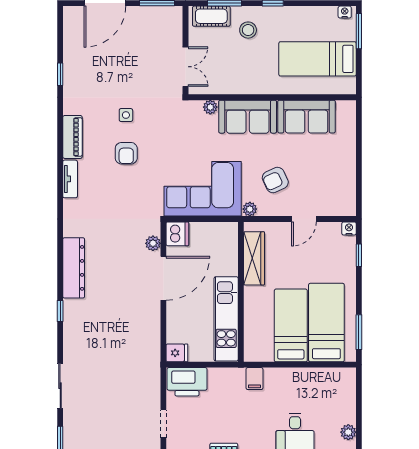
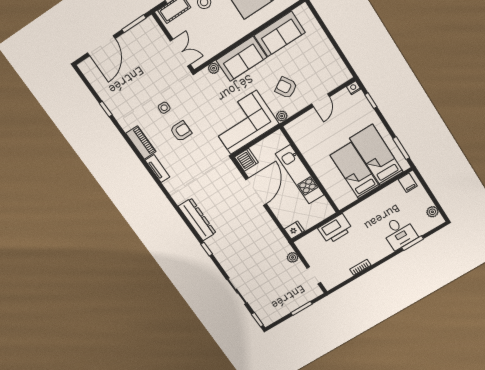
armchair: (126, 153) -> (181, 131), turned -90
armchair: (275, 180) -> (286, 88), turned 85
plant: (153, 243) -> (293, 257), moved
wardrobe: (254, 258) -> (305, 145), removed
kitchen unit: (226, 319) -> (300, 174), moved
filing cabinet: (254, 379) -> (408, 183), moved
printer: (187, 382) -> (335, 229), moved

